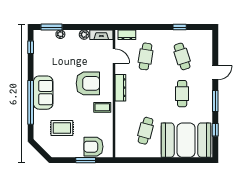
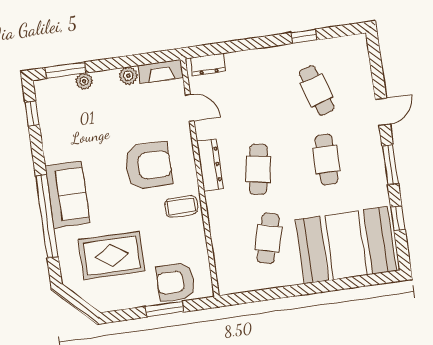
cafe table: (146, 56) -> (258, 169), moved
rug: (62, 128) -> (112, 255), width x1.36, depth x1.43

